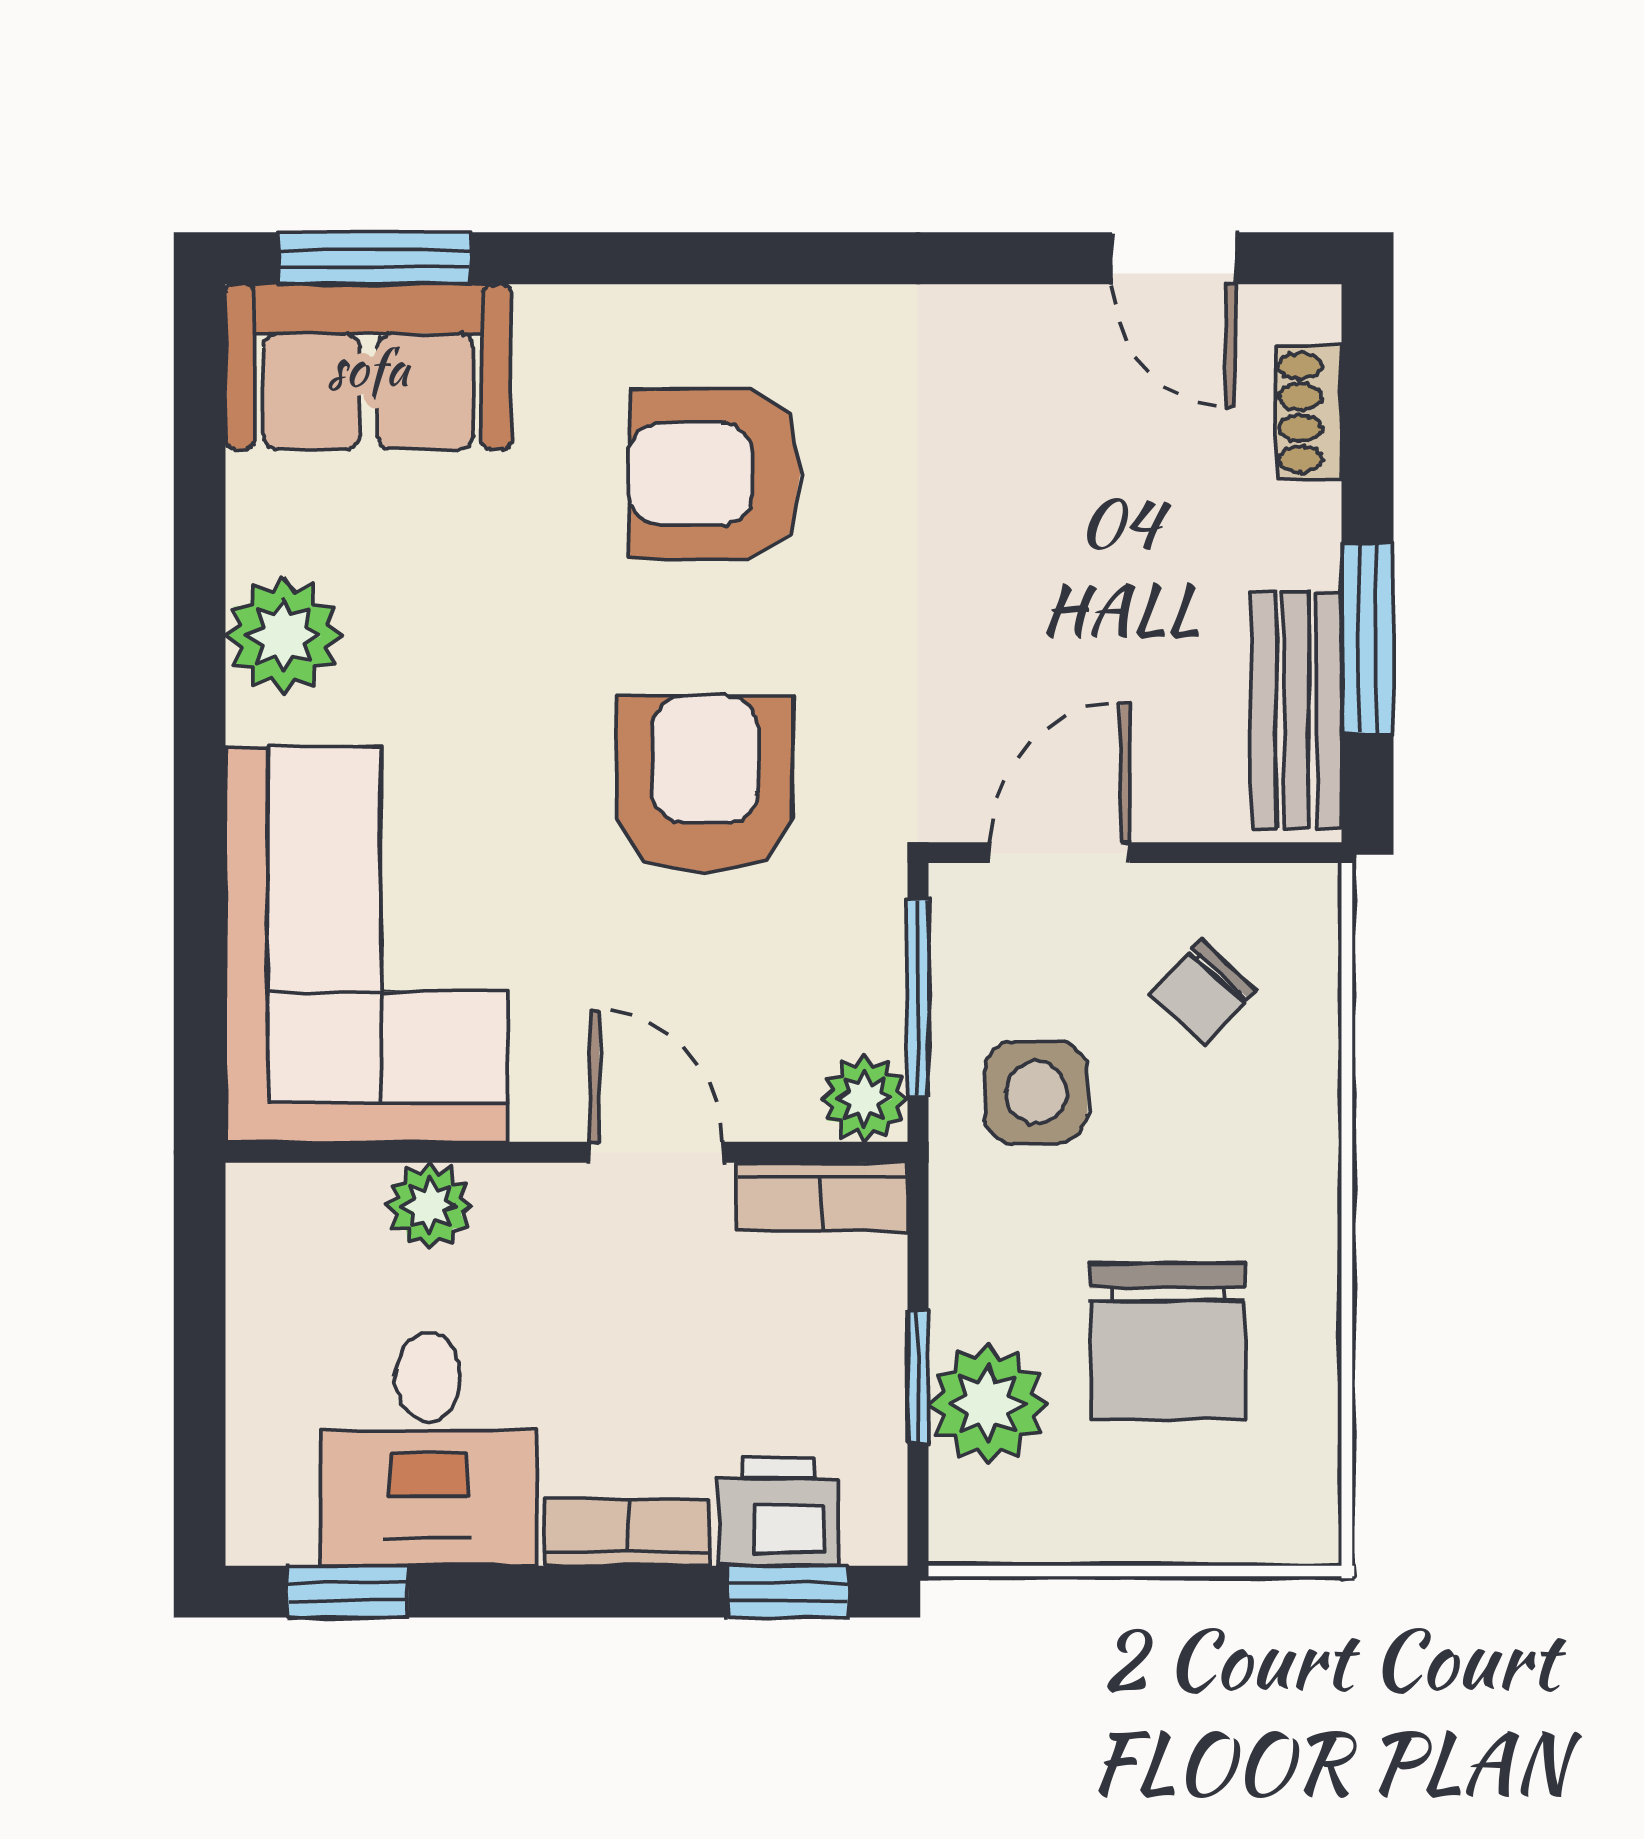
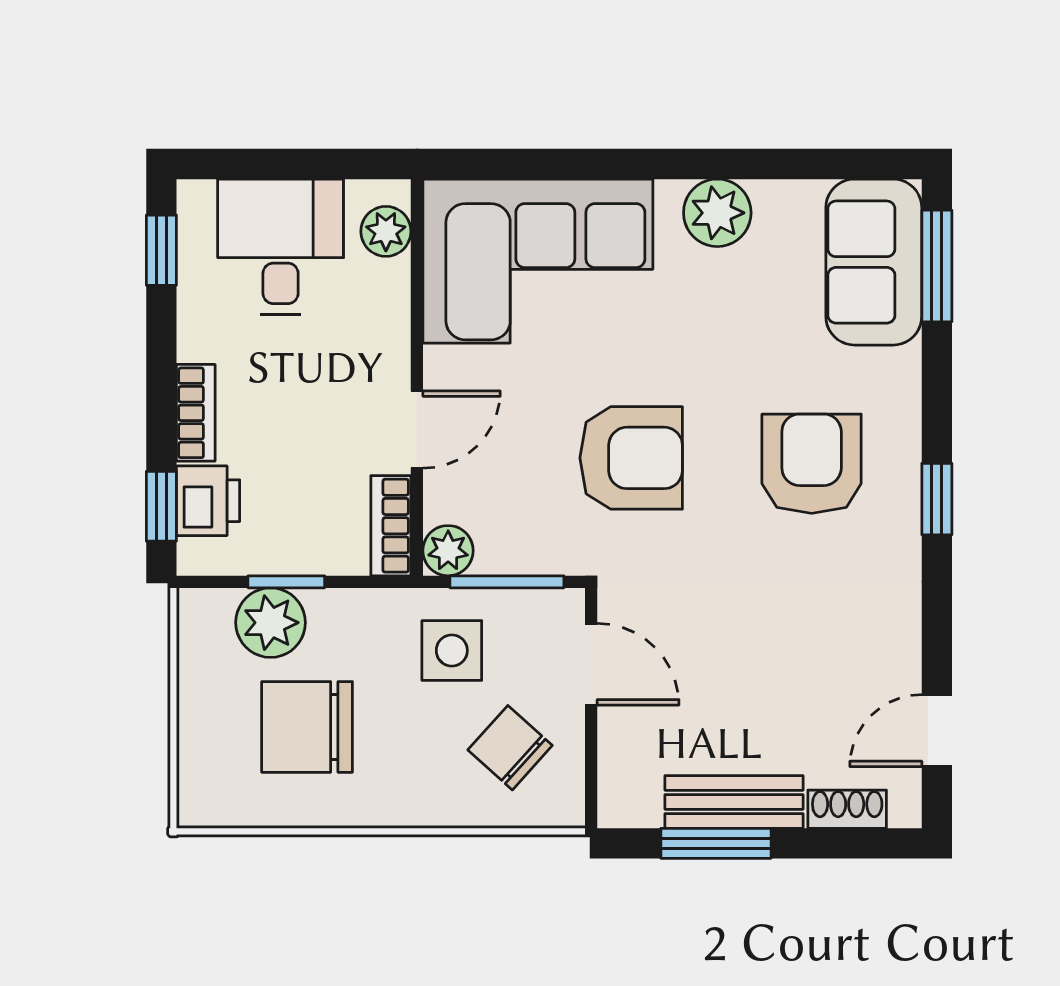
window: (776, 258) -> (937, 499), added
bench: (1296, 710) -> (734, 802), moved
chair: (1203, 992) -> (510, 748), width x1.37, depth x1.37
plant: (429, 1206) -> (386, 231), moved
desk: (428, 1449) -> (281, 247), moved, turned 90

